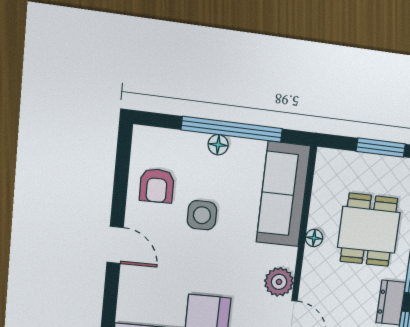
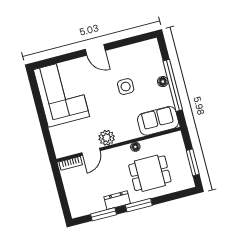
armchair: (157, 186) -> (132, 59), removed
sofa: (283, 194) -> (158, 121), width x0.73
door: (115, 245) -> (95, 50), hinge flipped

